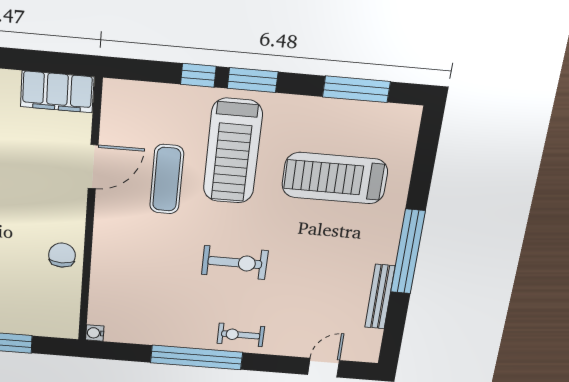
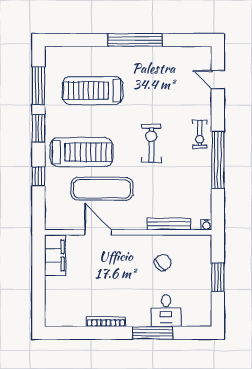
window: (253, 80) -> (38, 128), moved
treadmill: (335, 178) -> (93, 91), turned 90
exercise mat: (167, 179) -> (102, 189), width x1.36, depth x1.45
chair: (62, 255) -> (163, 262), moved, turned 140
bench: (380, 297) -> (169, 224), moved

